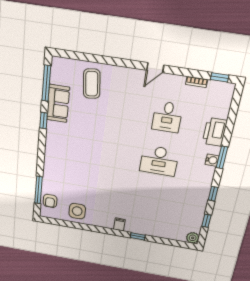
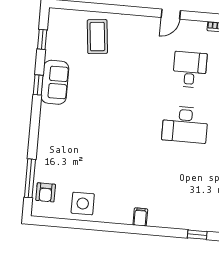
window: (46, 83) -> (42, 39), width x0.46
sofa: (58, 103) -> (55, 82), moved
desk: (167, 117) -> (190, 70), turned 180
window: (138, 236) -> (197, 235), moved

